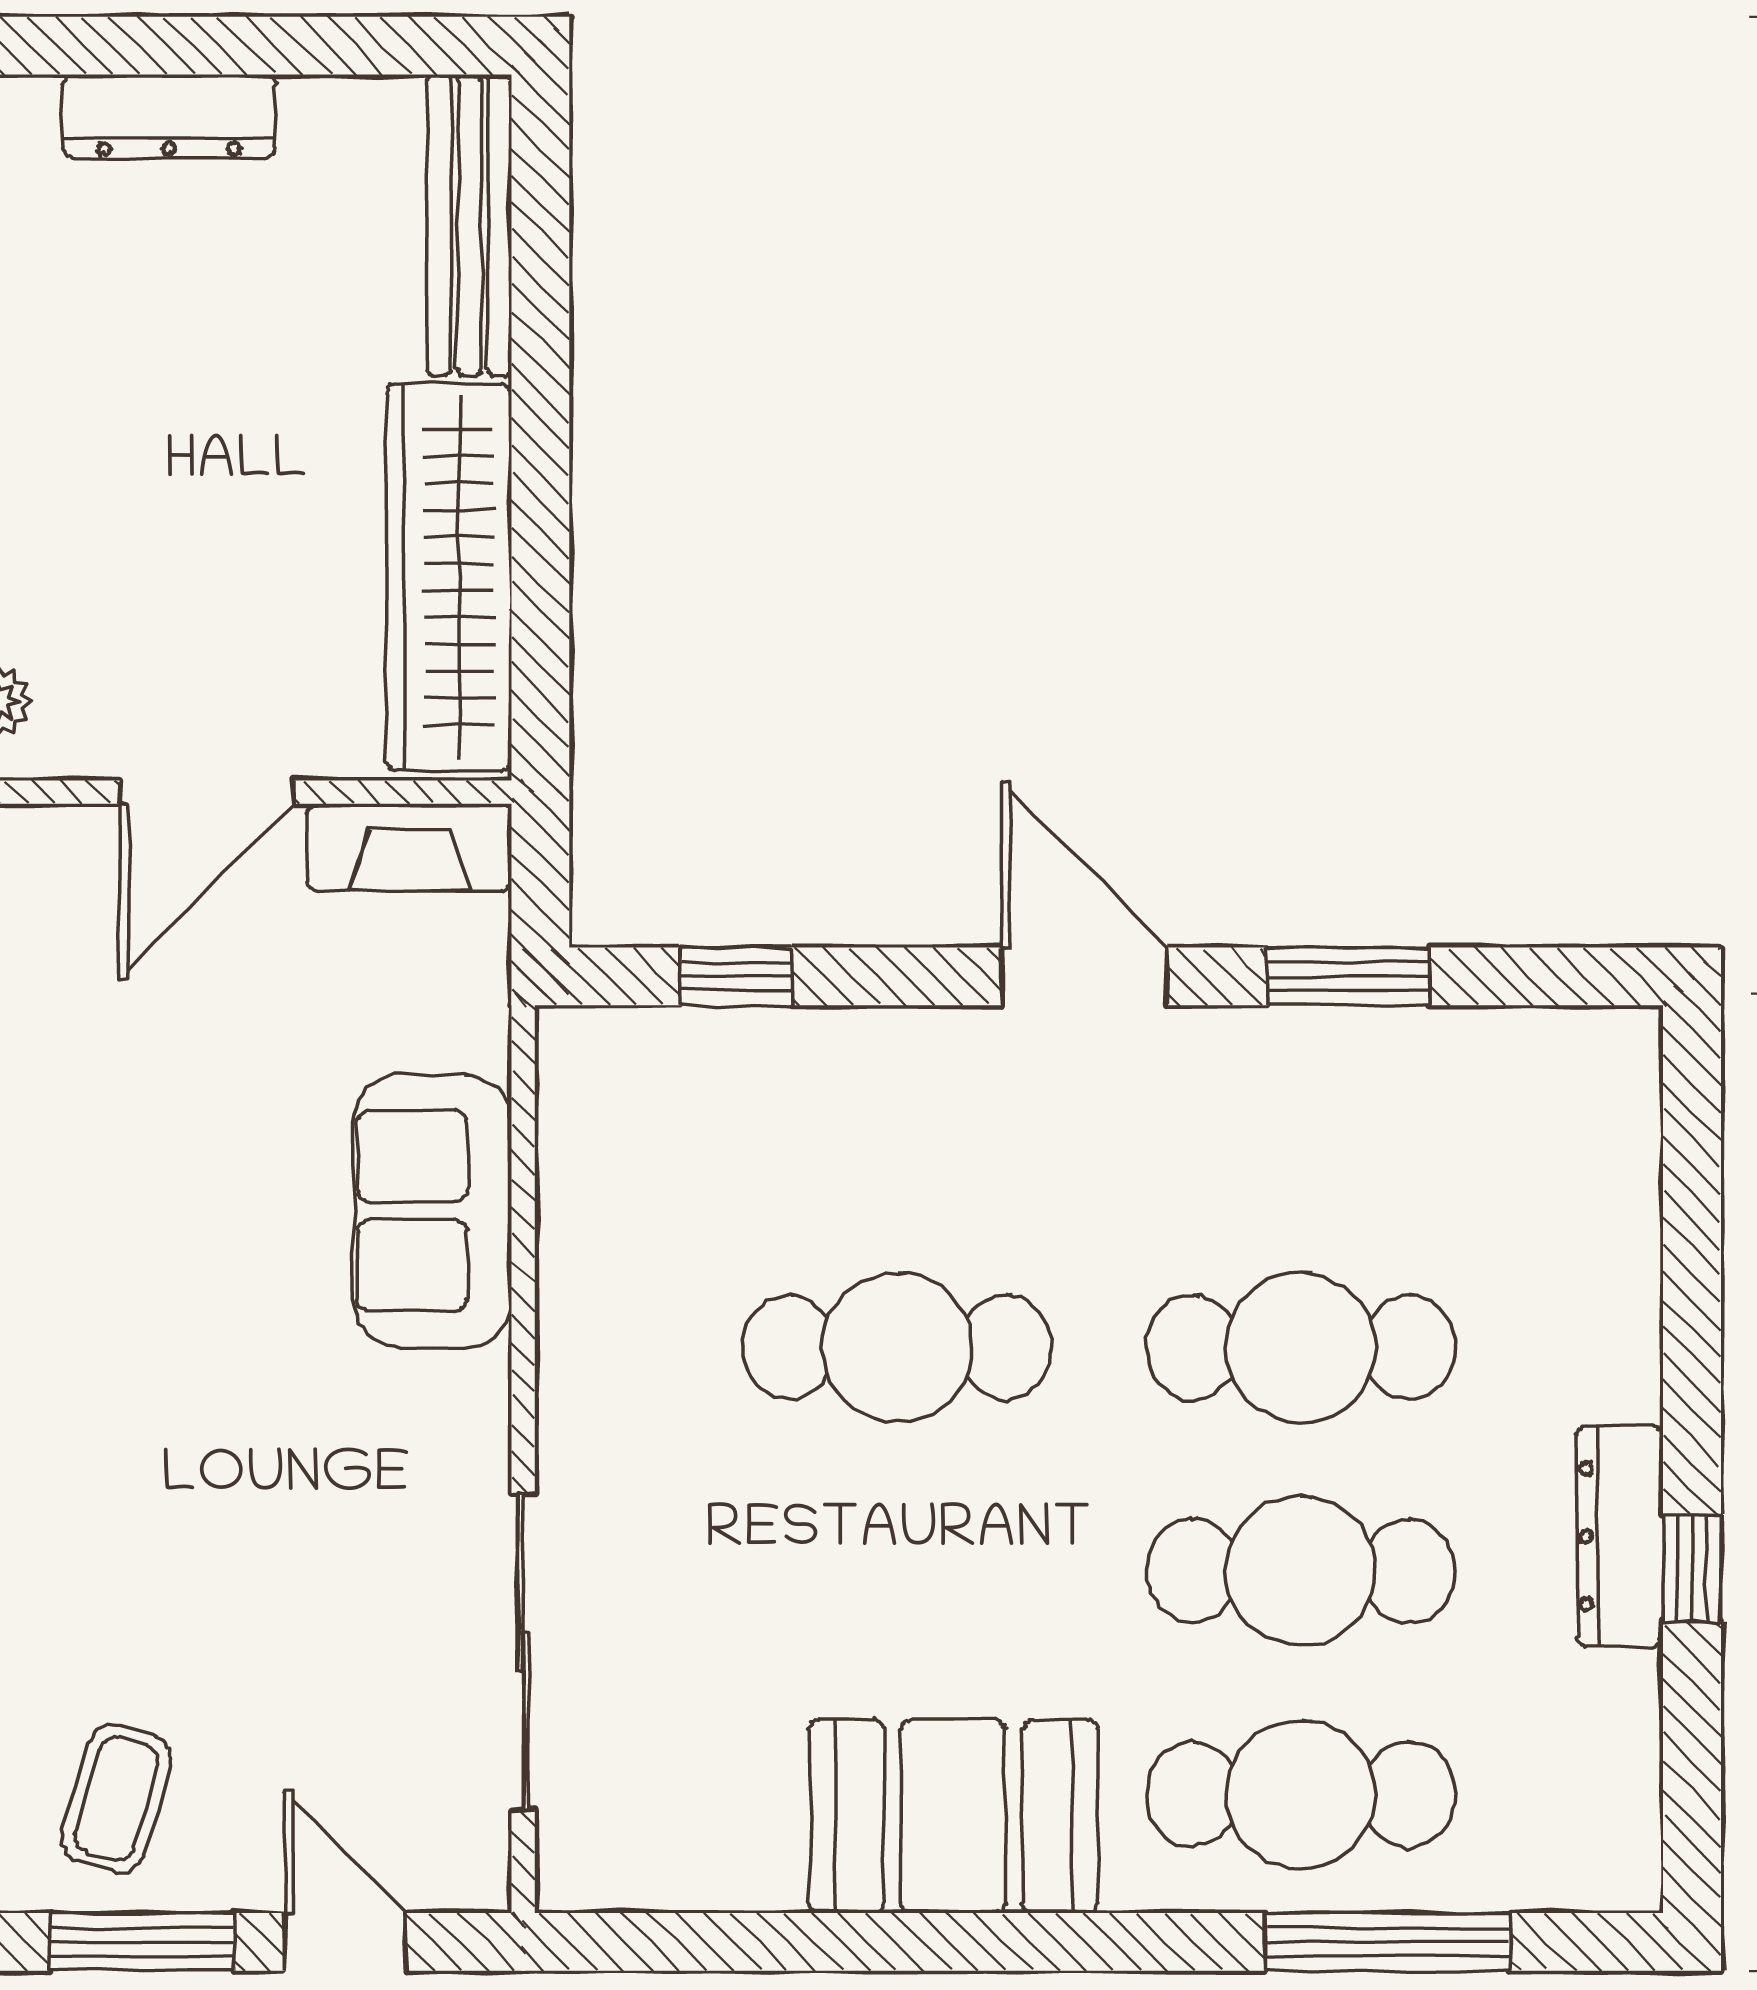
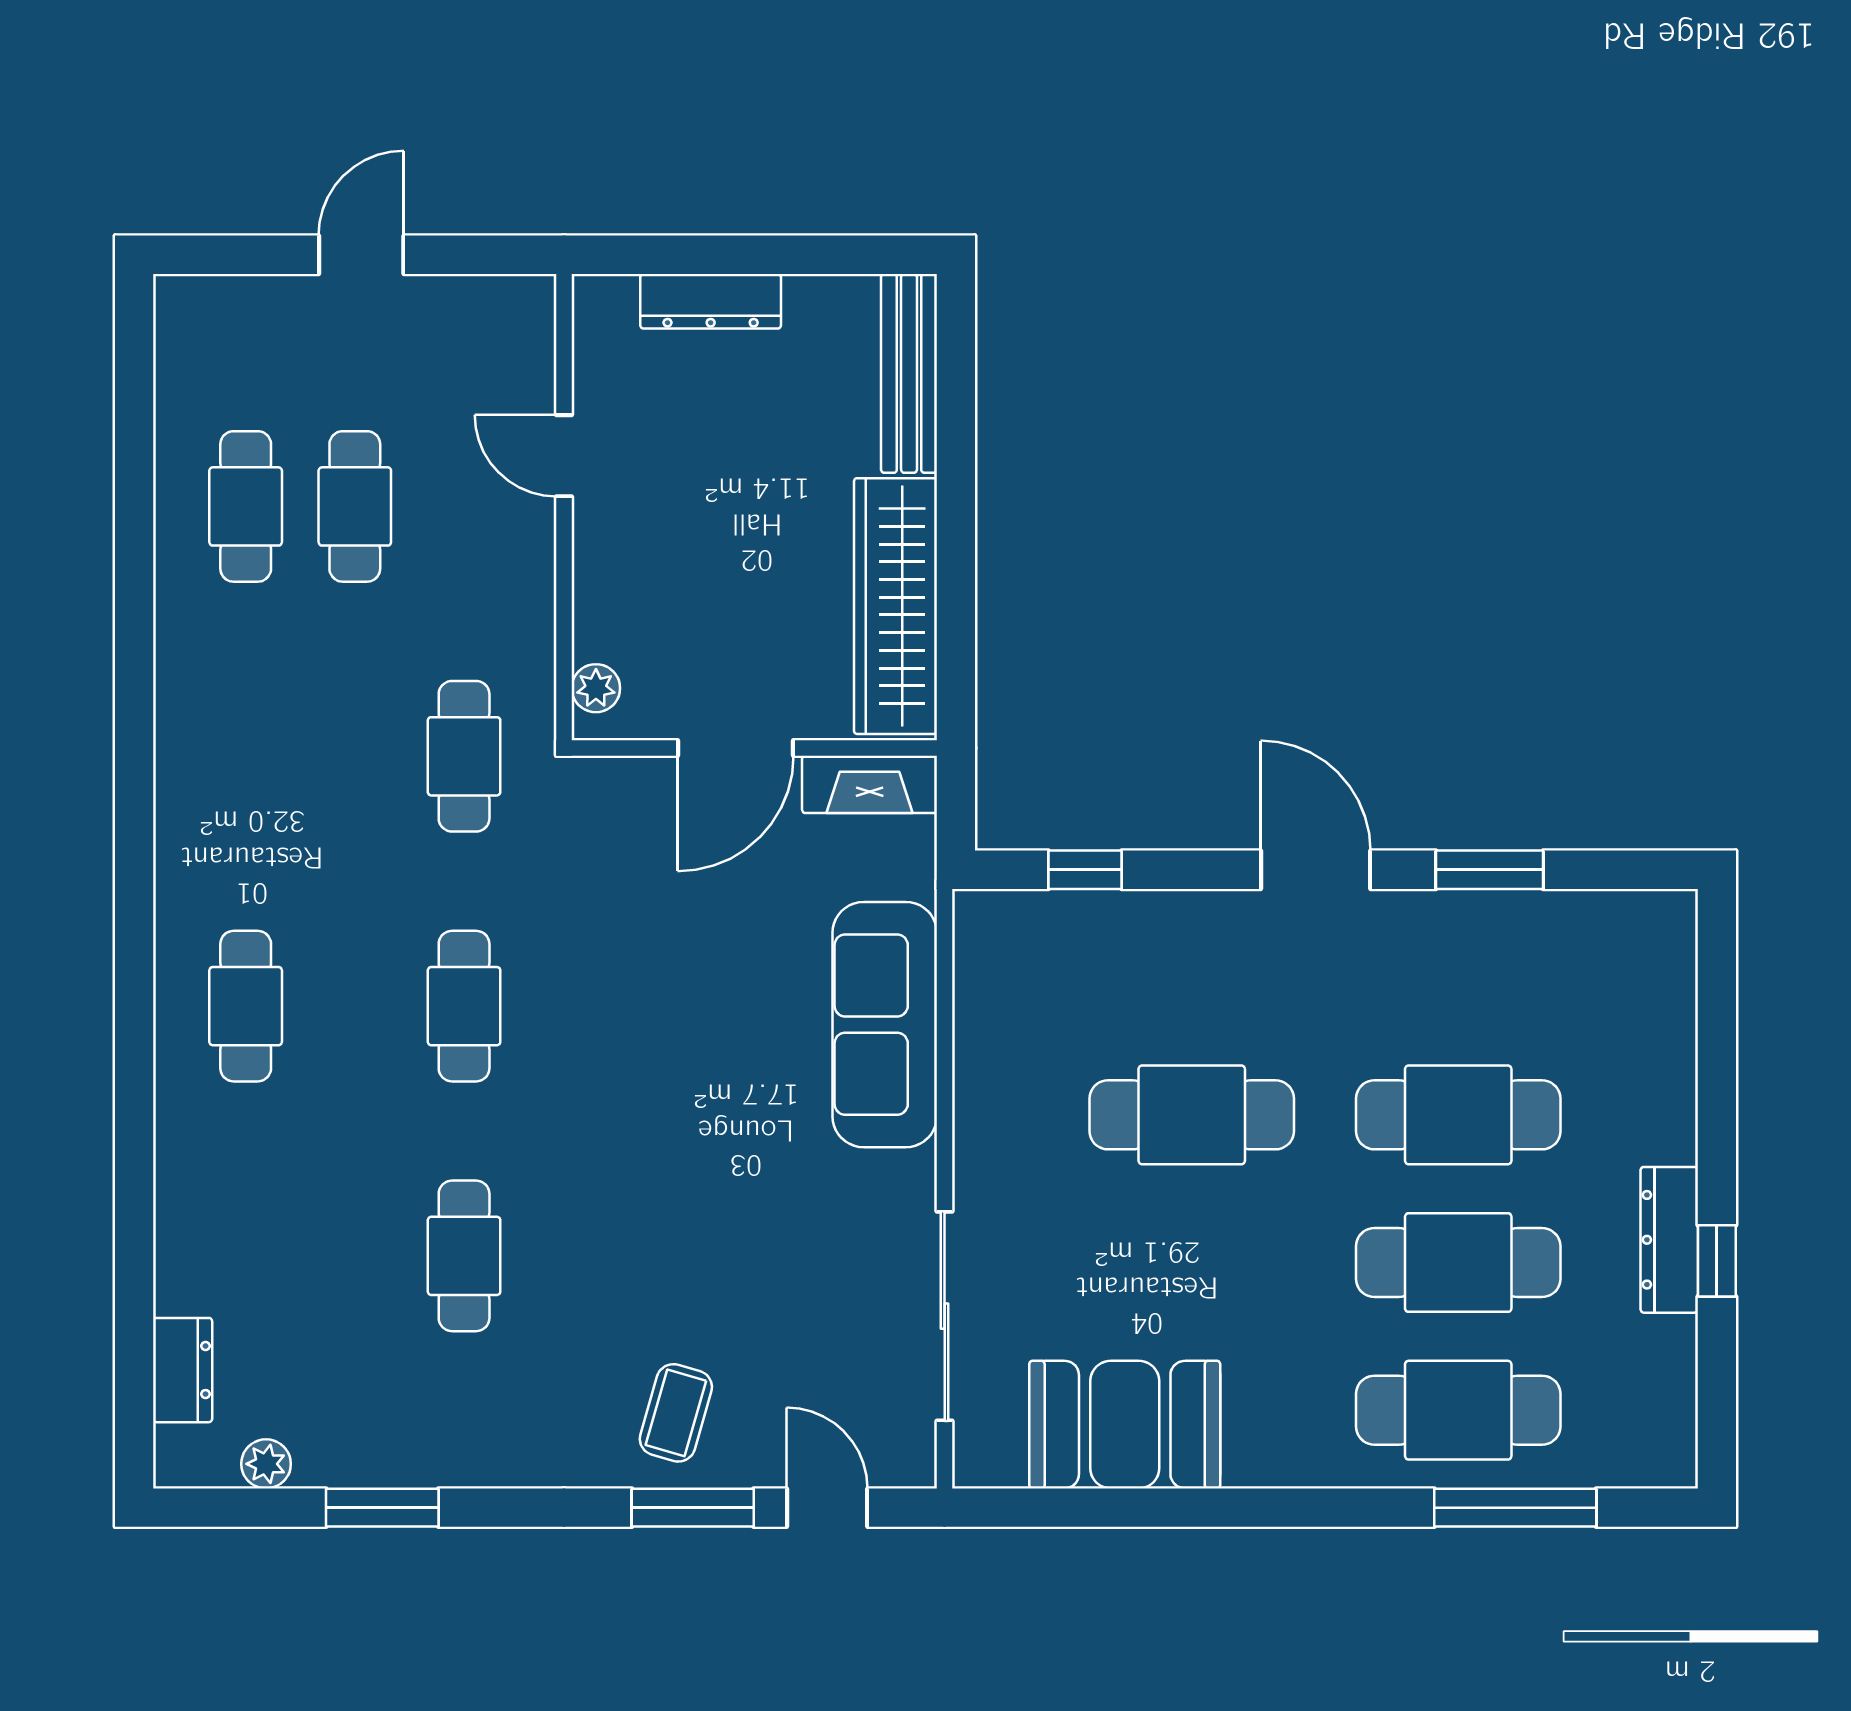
sofa: (433, 1211) -> (885, 1025), width x1.36
booth: (953, 1816) -> (1125, 1425), moved

